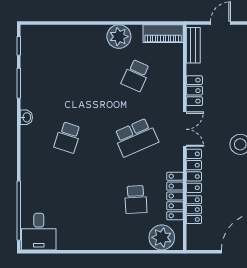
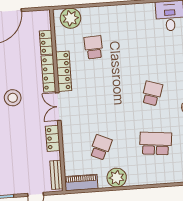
school desk: (136, 137) -> (156, 143), moved, turned 30
locker: (175, 196) -> (64, 71), moved

